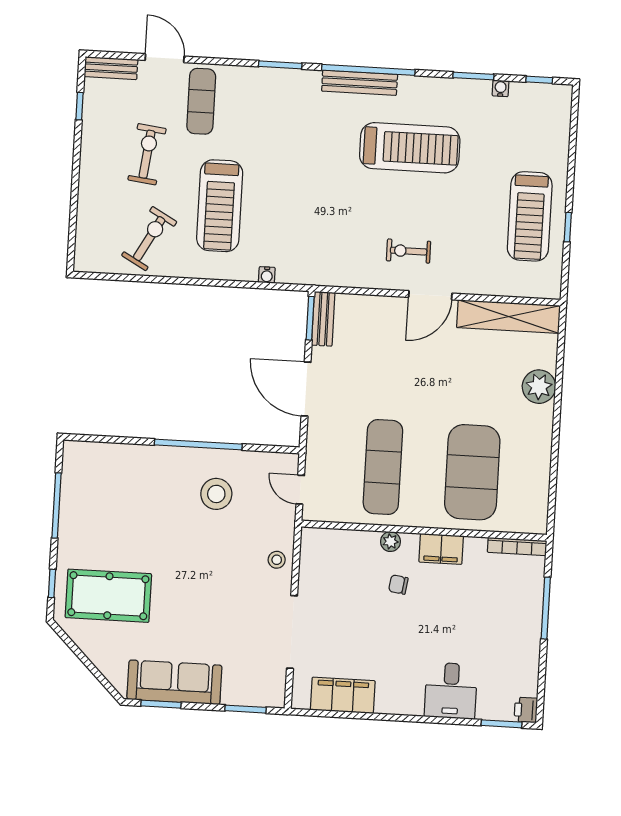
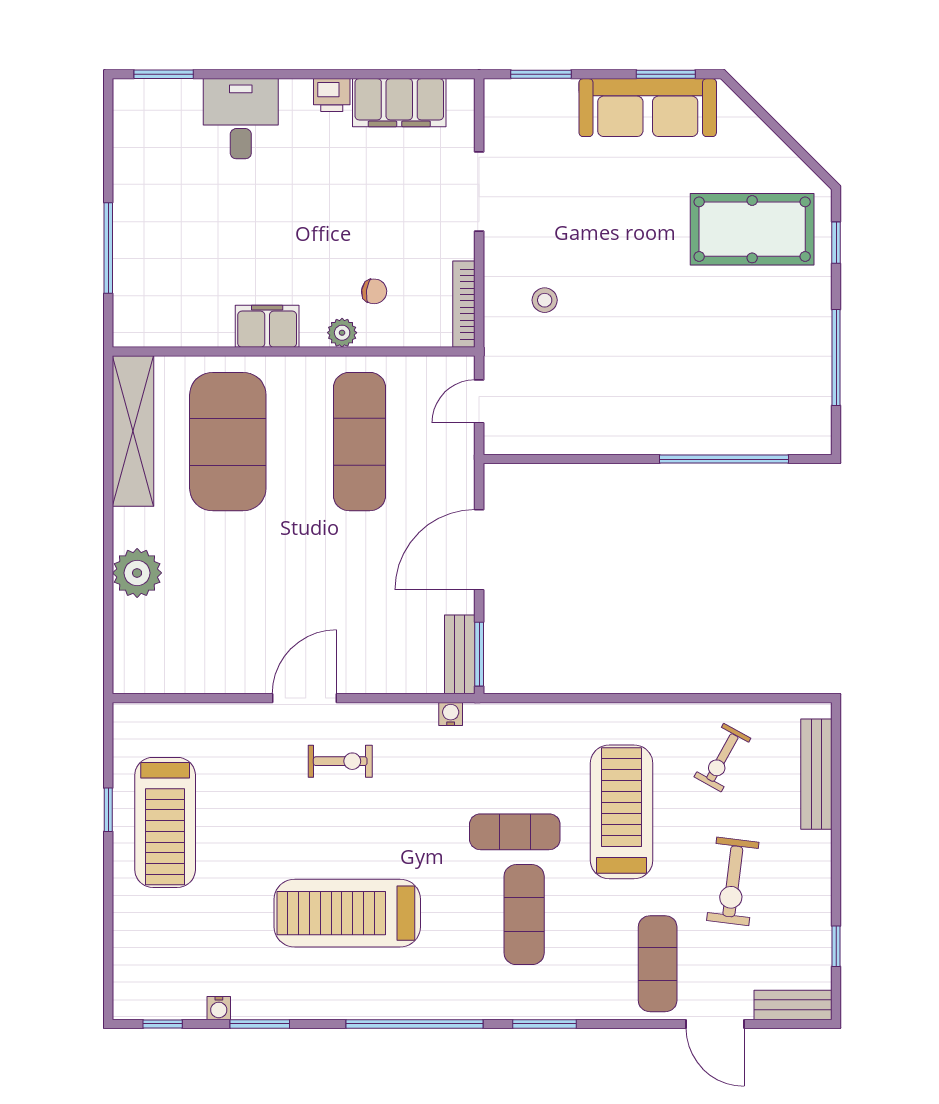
bench: (360, 83) -> (816, 774), moved, turned 90
exercise mat: (290, 140) -> (524, 915), added
exercise mat: (293, 196) -> (515, 832), added
treadmill: (530, 216) -> (165, 822), turned 180
exercise bike: (149, 239) -> (722, 758), width x0.73, depth x0.72
water cooler: (267, 275) -> (451, 714), moved
shelving: (508, 317) -> (133, 431), moved, turned 90
door: (306, 389) -> (479, 550), swing flipped
window: (198, 445) -> (724, 459), moved
door: (300, 490) -> (479, 401), swing flipped
stool: (216, 494) -> (602, 388), removed
bookcase: (517, 546) -> (464, 304), moved, turned -90
stool: (277, 560) -> (545, 300), moved
chair: (398, 585) -> (374, 291), moved
doorway: (292, 632) -> (479, 191), width x0.73
printer: (526, 710) -> (332, 95), moved, turned 90

